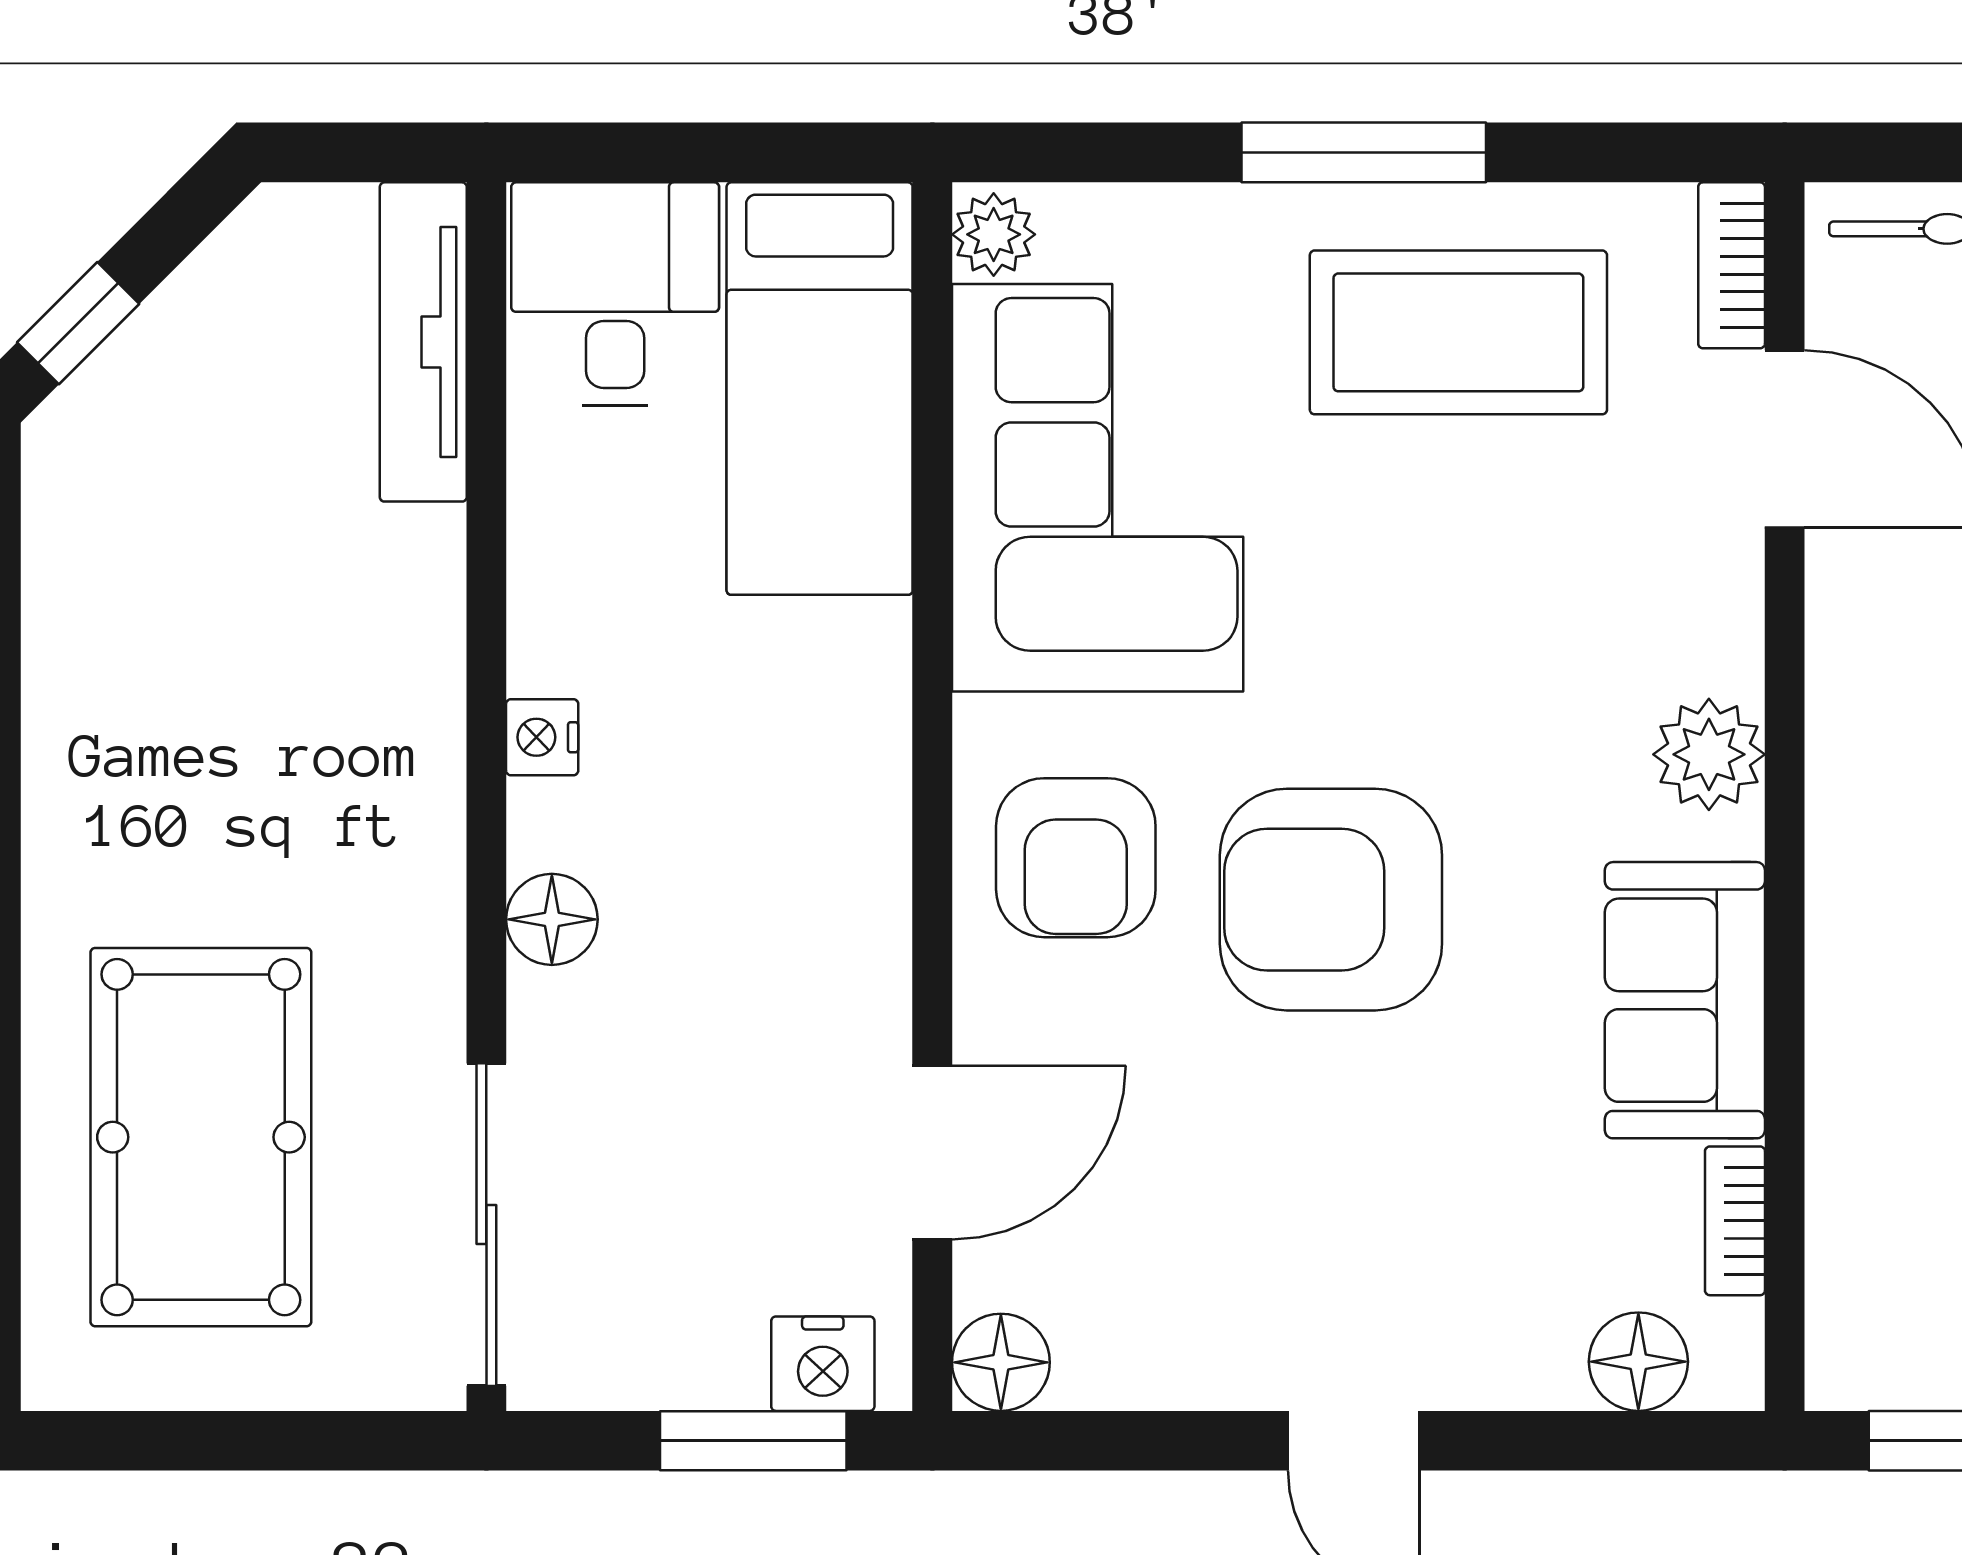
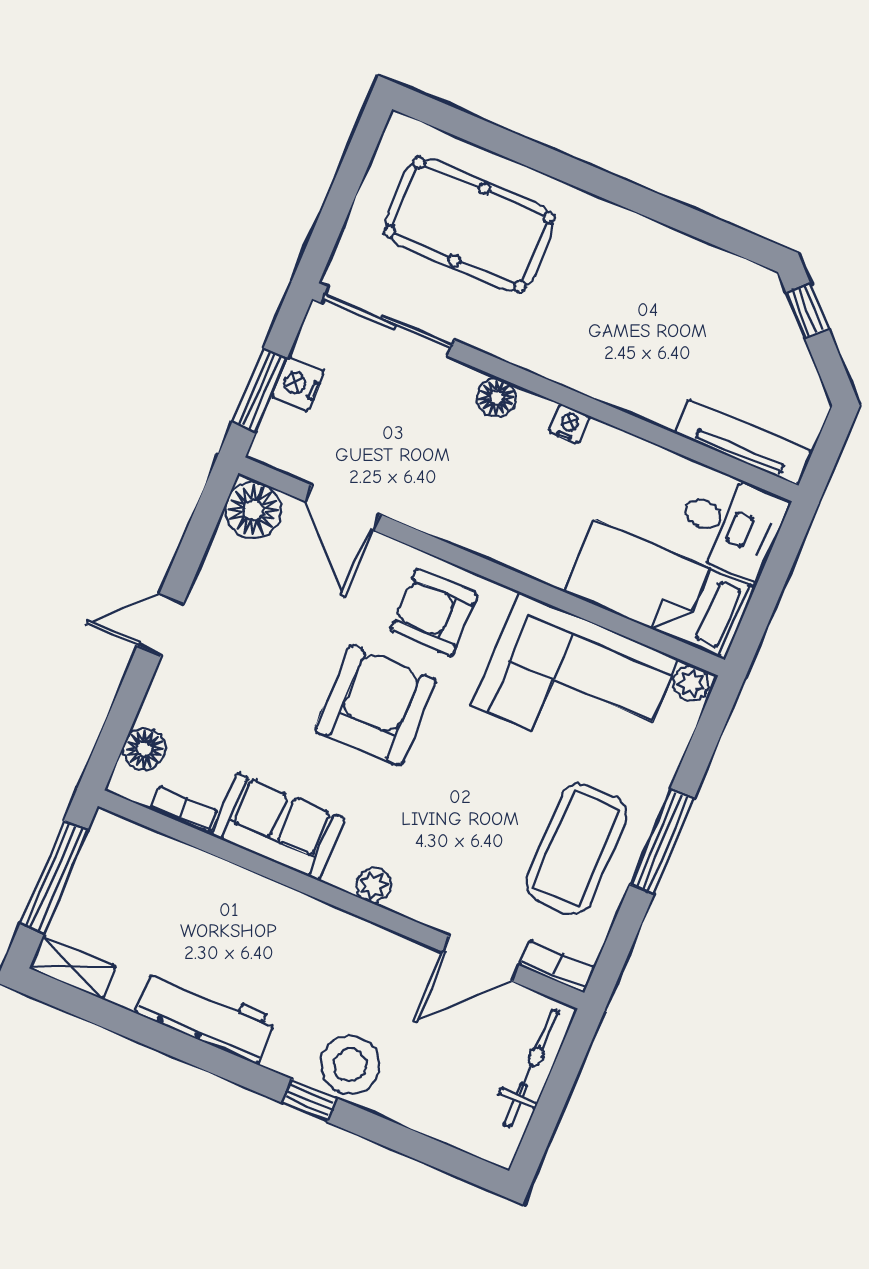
plant: (1709, 754) -> (373, 885), width x0.73, depth x0.73
floor lamp: (1001, 1362) -> (253, 510), width x1.38, depth x1.38
nightstand: (823, 1364) -> (298, 384), moved

